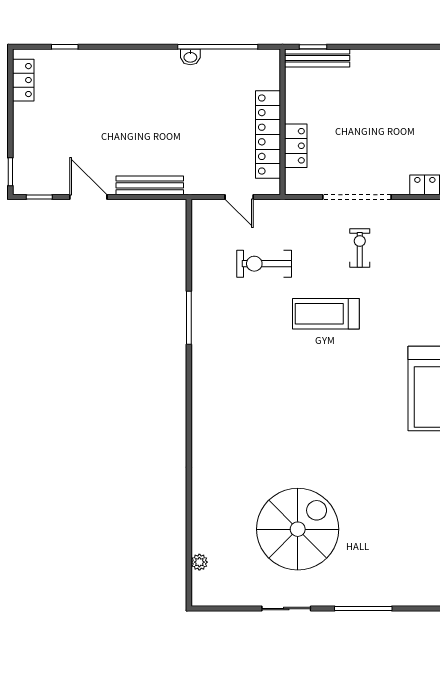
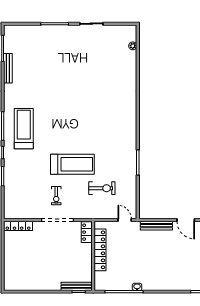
locker: (296, 146) -> (87, 232), moved
door: (239, 197) -> (125, 220), moved
treadmill: (326, 314) -> (72, 164), width x1.37, depth x1.38
spiral stairs: (298, 529) -> (86, 62), removed

